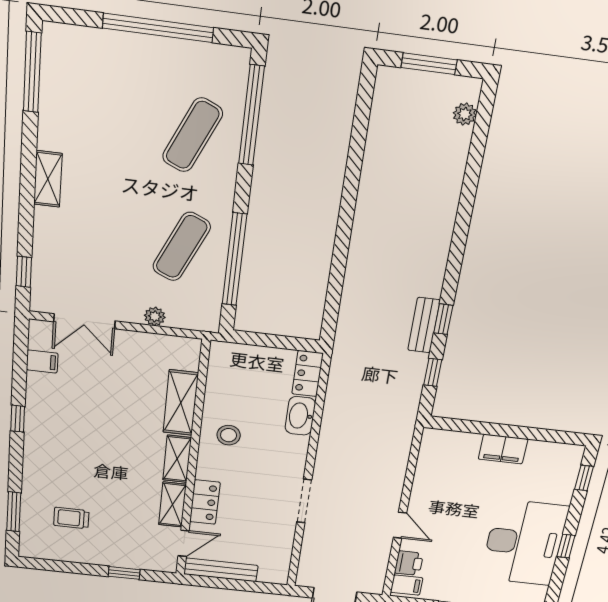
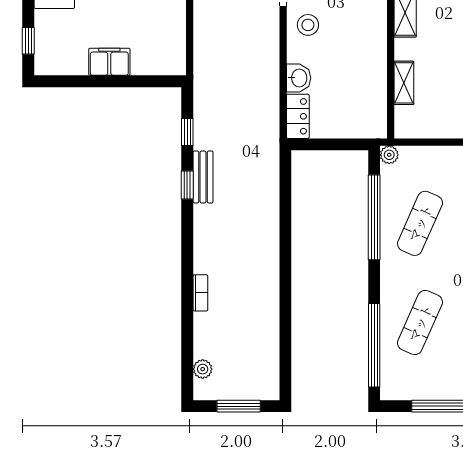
bookcase: (451, 202) -> (200, 293), added
plant: (155, 316) -> (389, 155), moved
shelving: (181, 403) -> (404, 83), width x0.67, depth x0.75
washbasin: (300, 416) -> (299, 78), width x0.72
stool: (229, 435) -> (308, 25), moved

